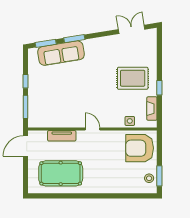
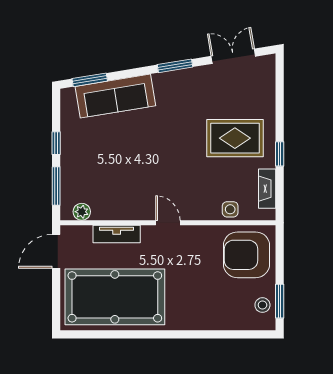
window: (74, 39) -> (175, 66), moved
plant: (41, 122) -> (82, 212), added
pool table: (61, 173) -> (115, 297), width x1.36, depth x1.32

